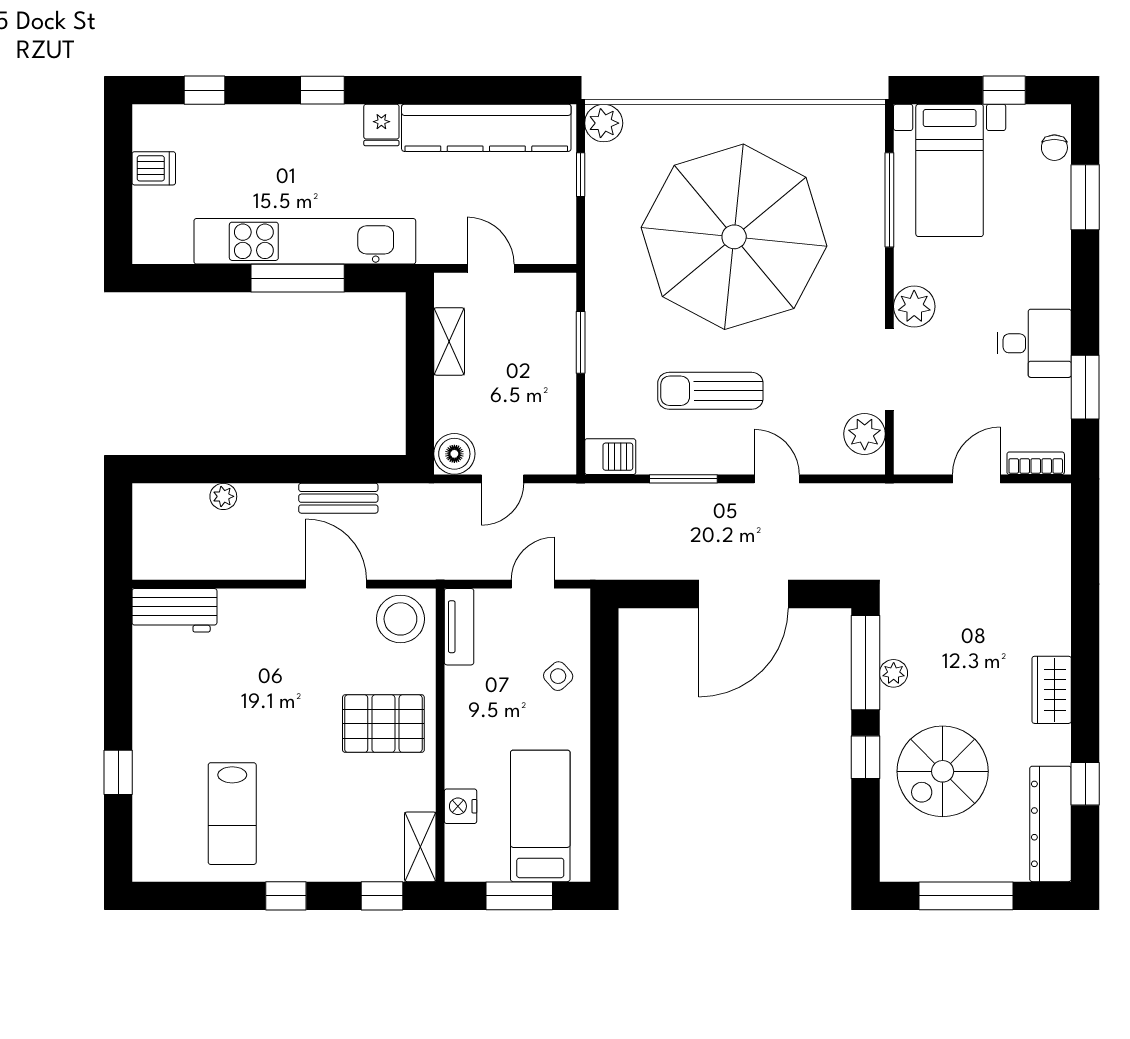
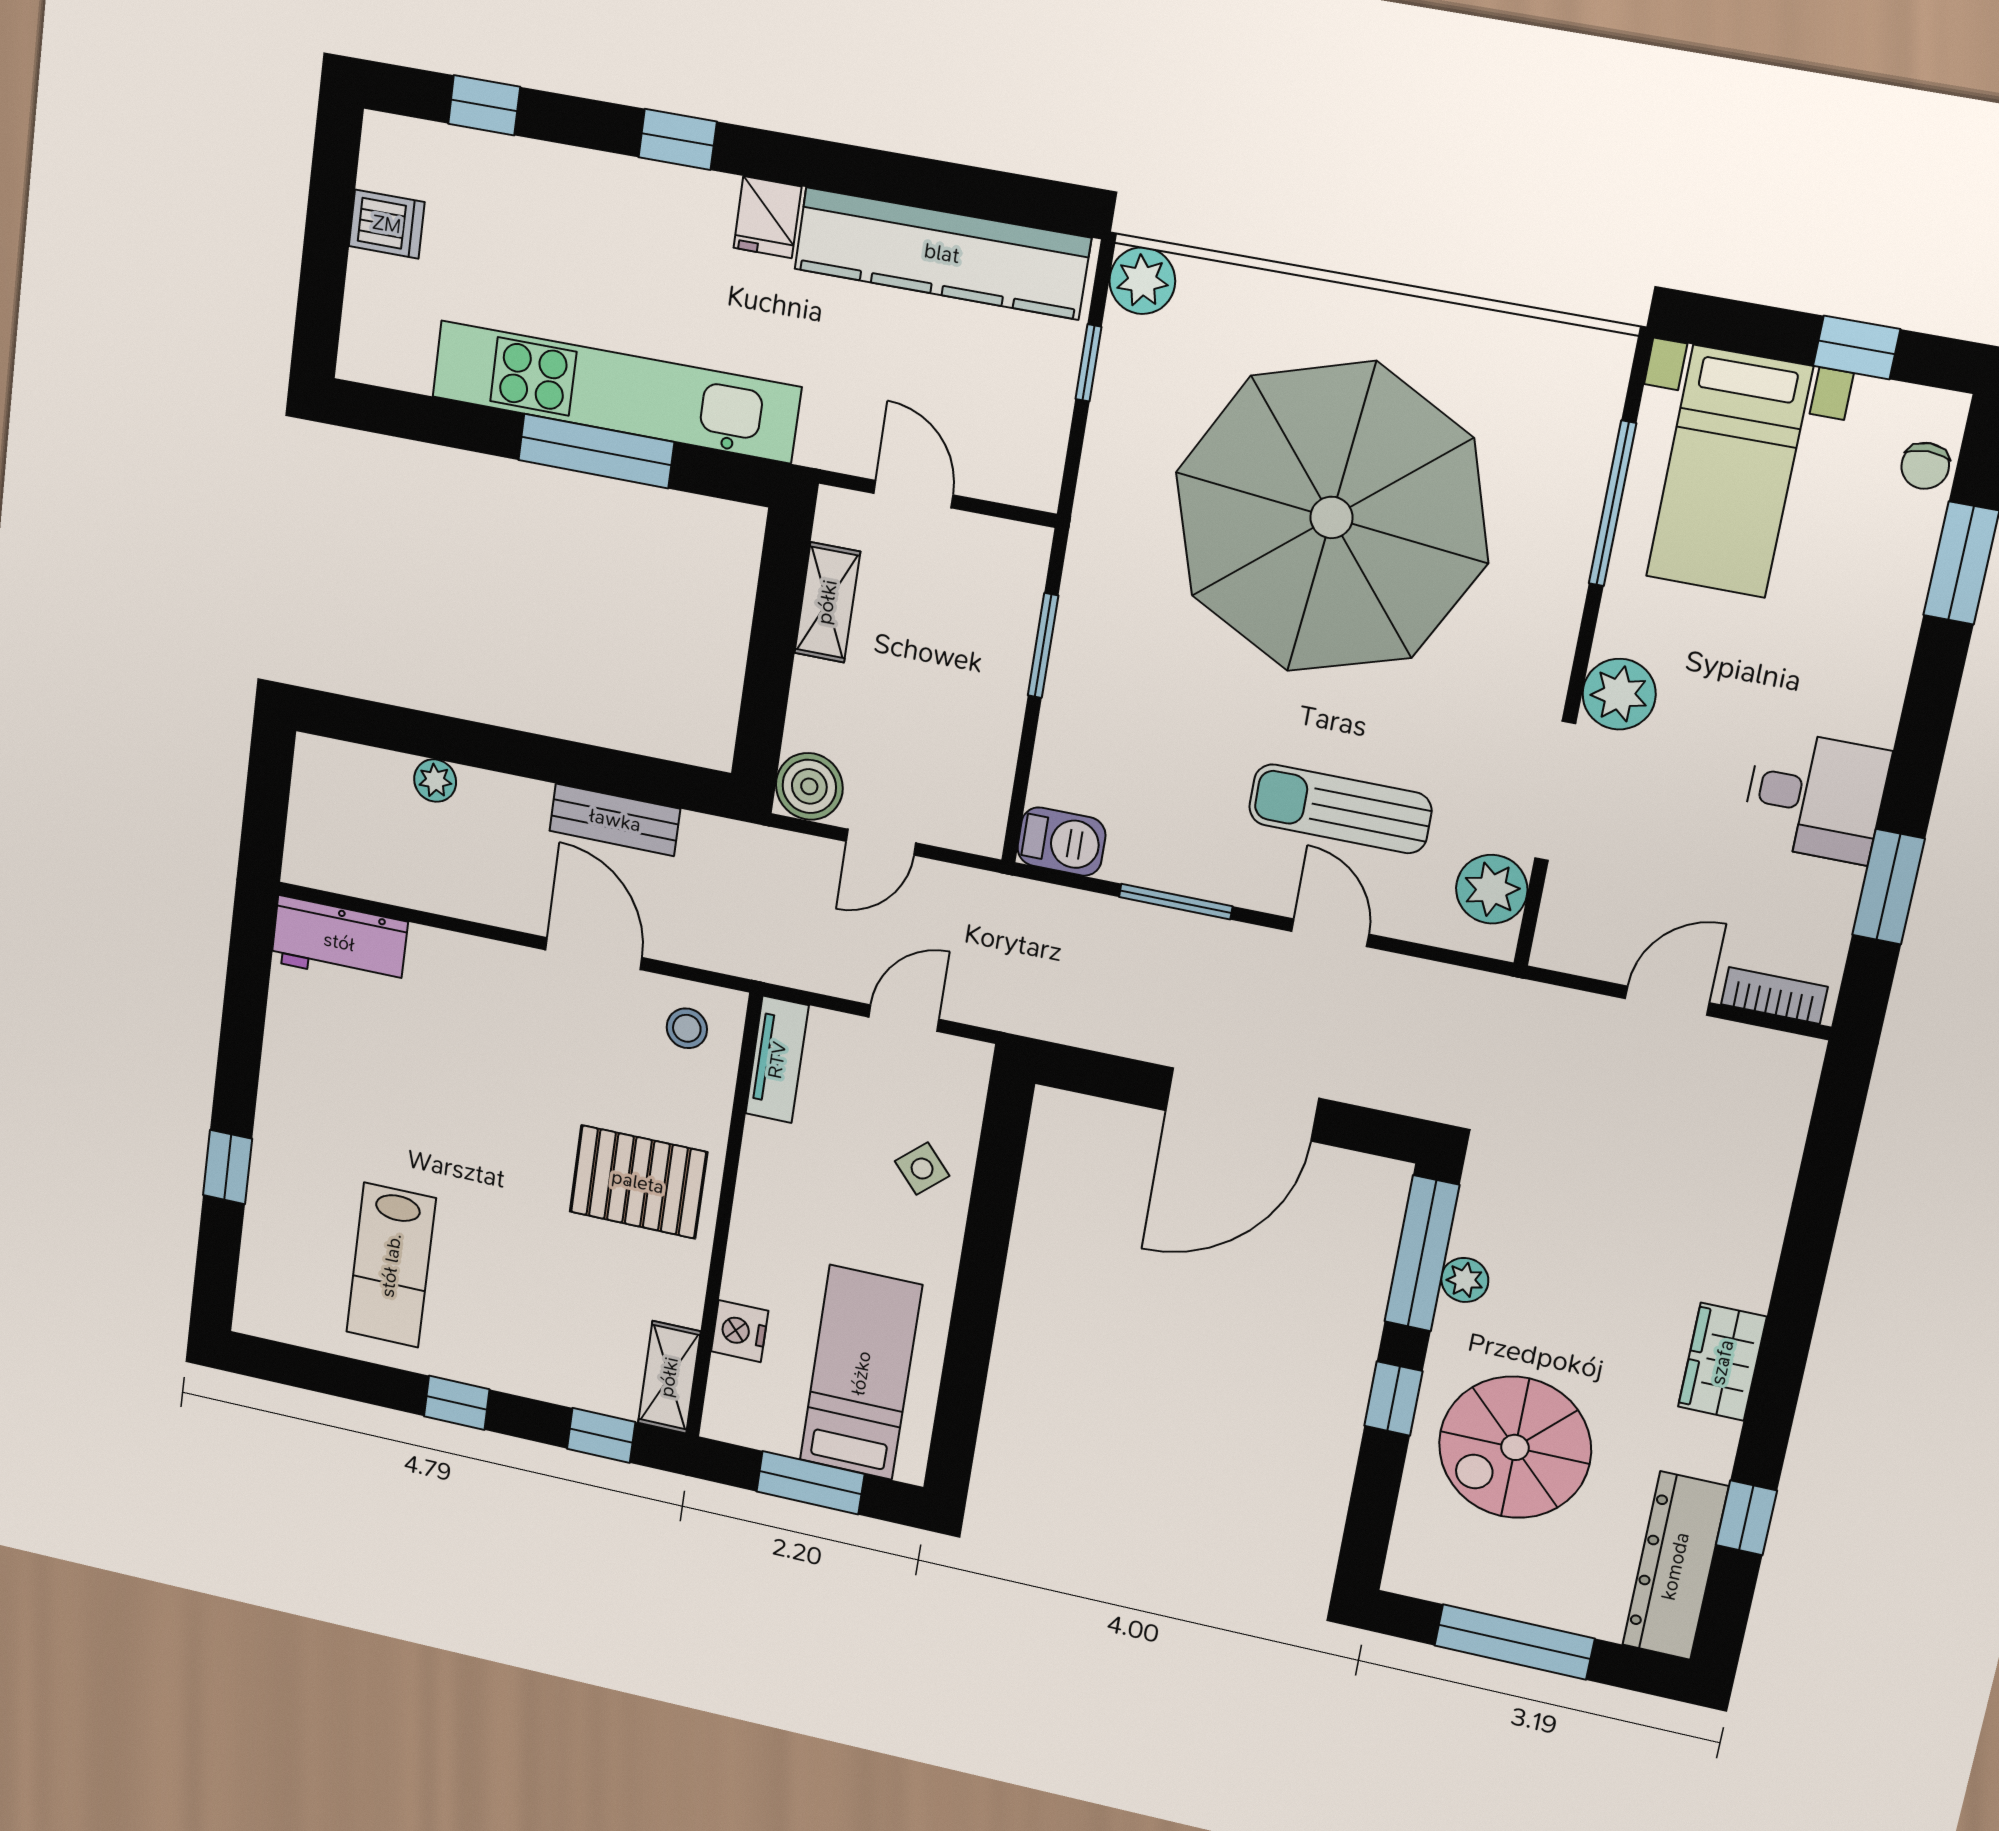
sun lounger: (710, 391) -> (1340, 809), moved
stool: (400, 619) -> (687, 1028), width x0.53, depth x0.53

